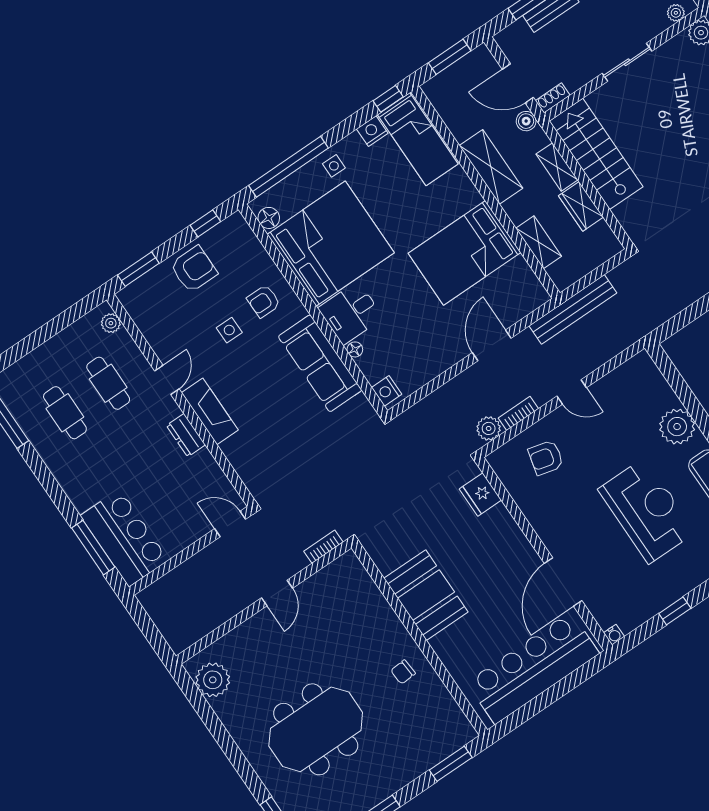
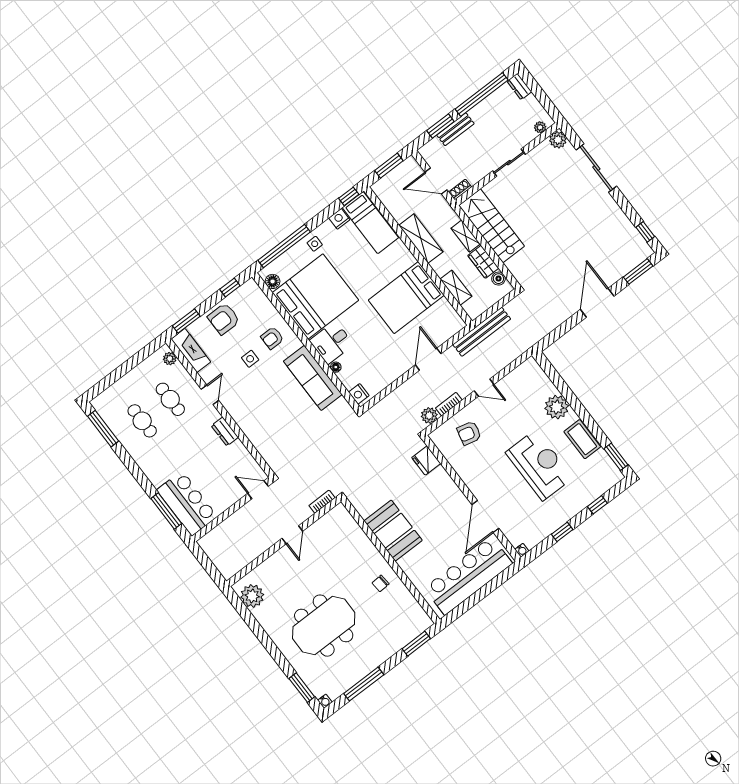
boiler: (526, 121) -> (498, 279), moved
armchair: (194, 269) -> (224, 319), turned 180
fireplace: (210, 411) -> (191, 350), moved

